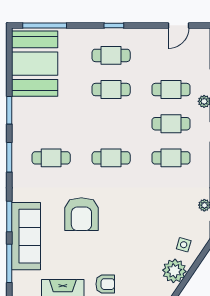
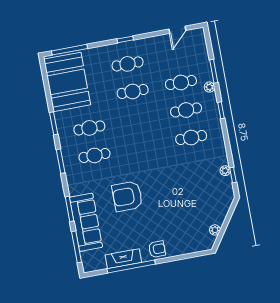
cafe table: (111, 158) -> (89, 128), moved
armchair: (81, 214) -> (127, 196), turned 90
side table: (184, 245) -> (214, 206), removed
plant: (174, 271) -> (215, 230), width x0.53, depth x0.53

